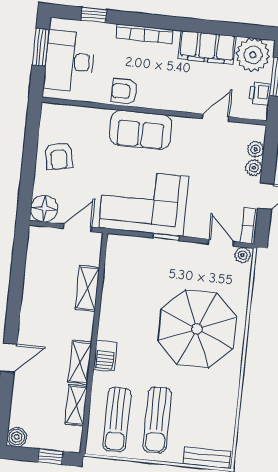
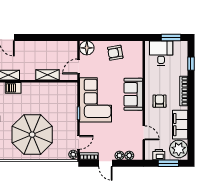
desk: (69, 61) -> (161, 53), width x0.73
armchair: (124, 91) -> (160, 101), moved
door: (78, 228) -> (79, 66), swing flipped

